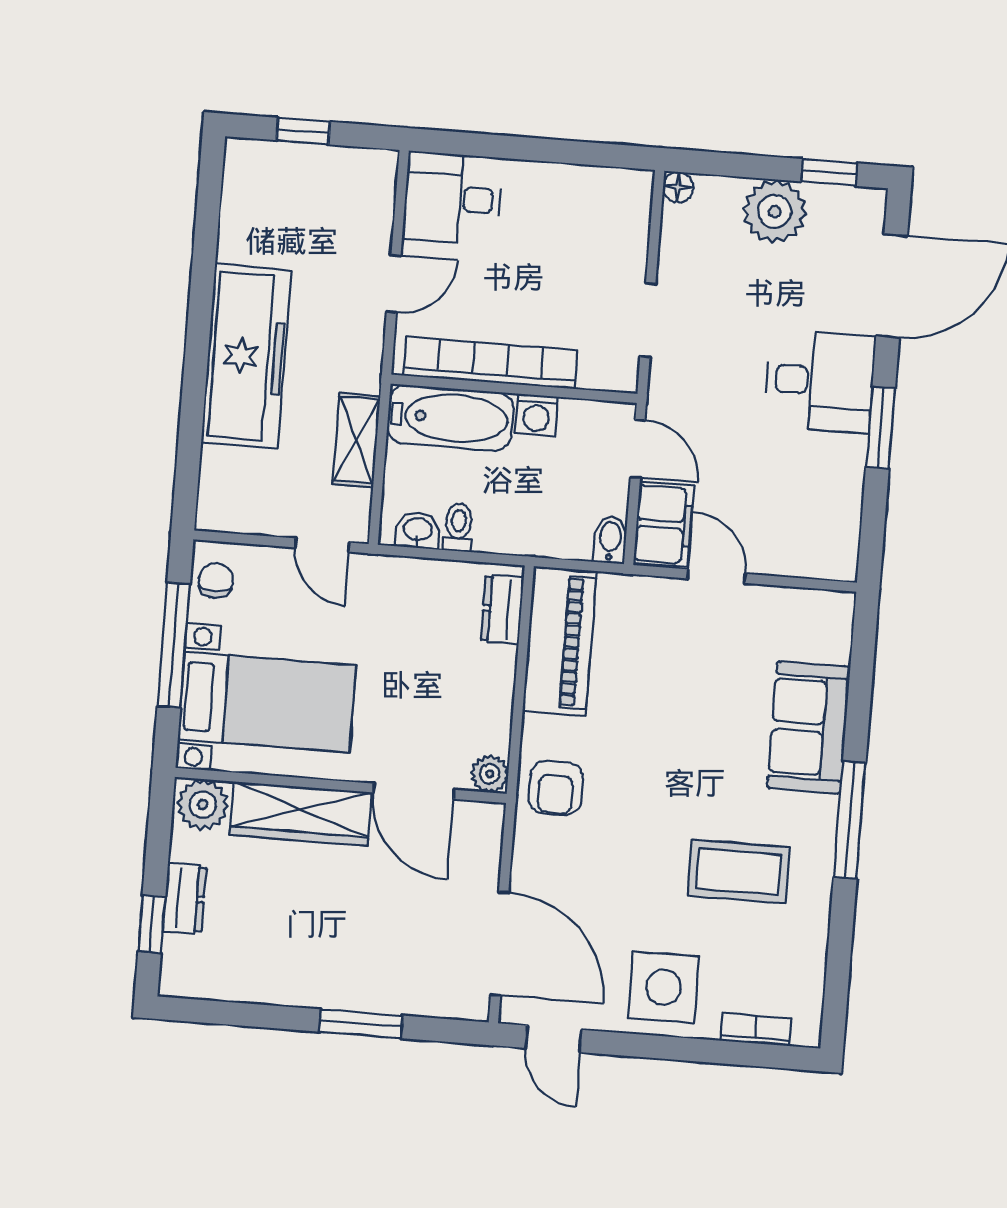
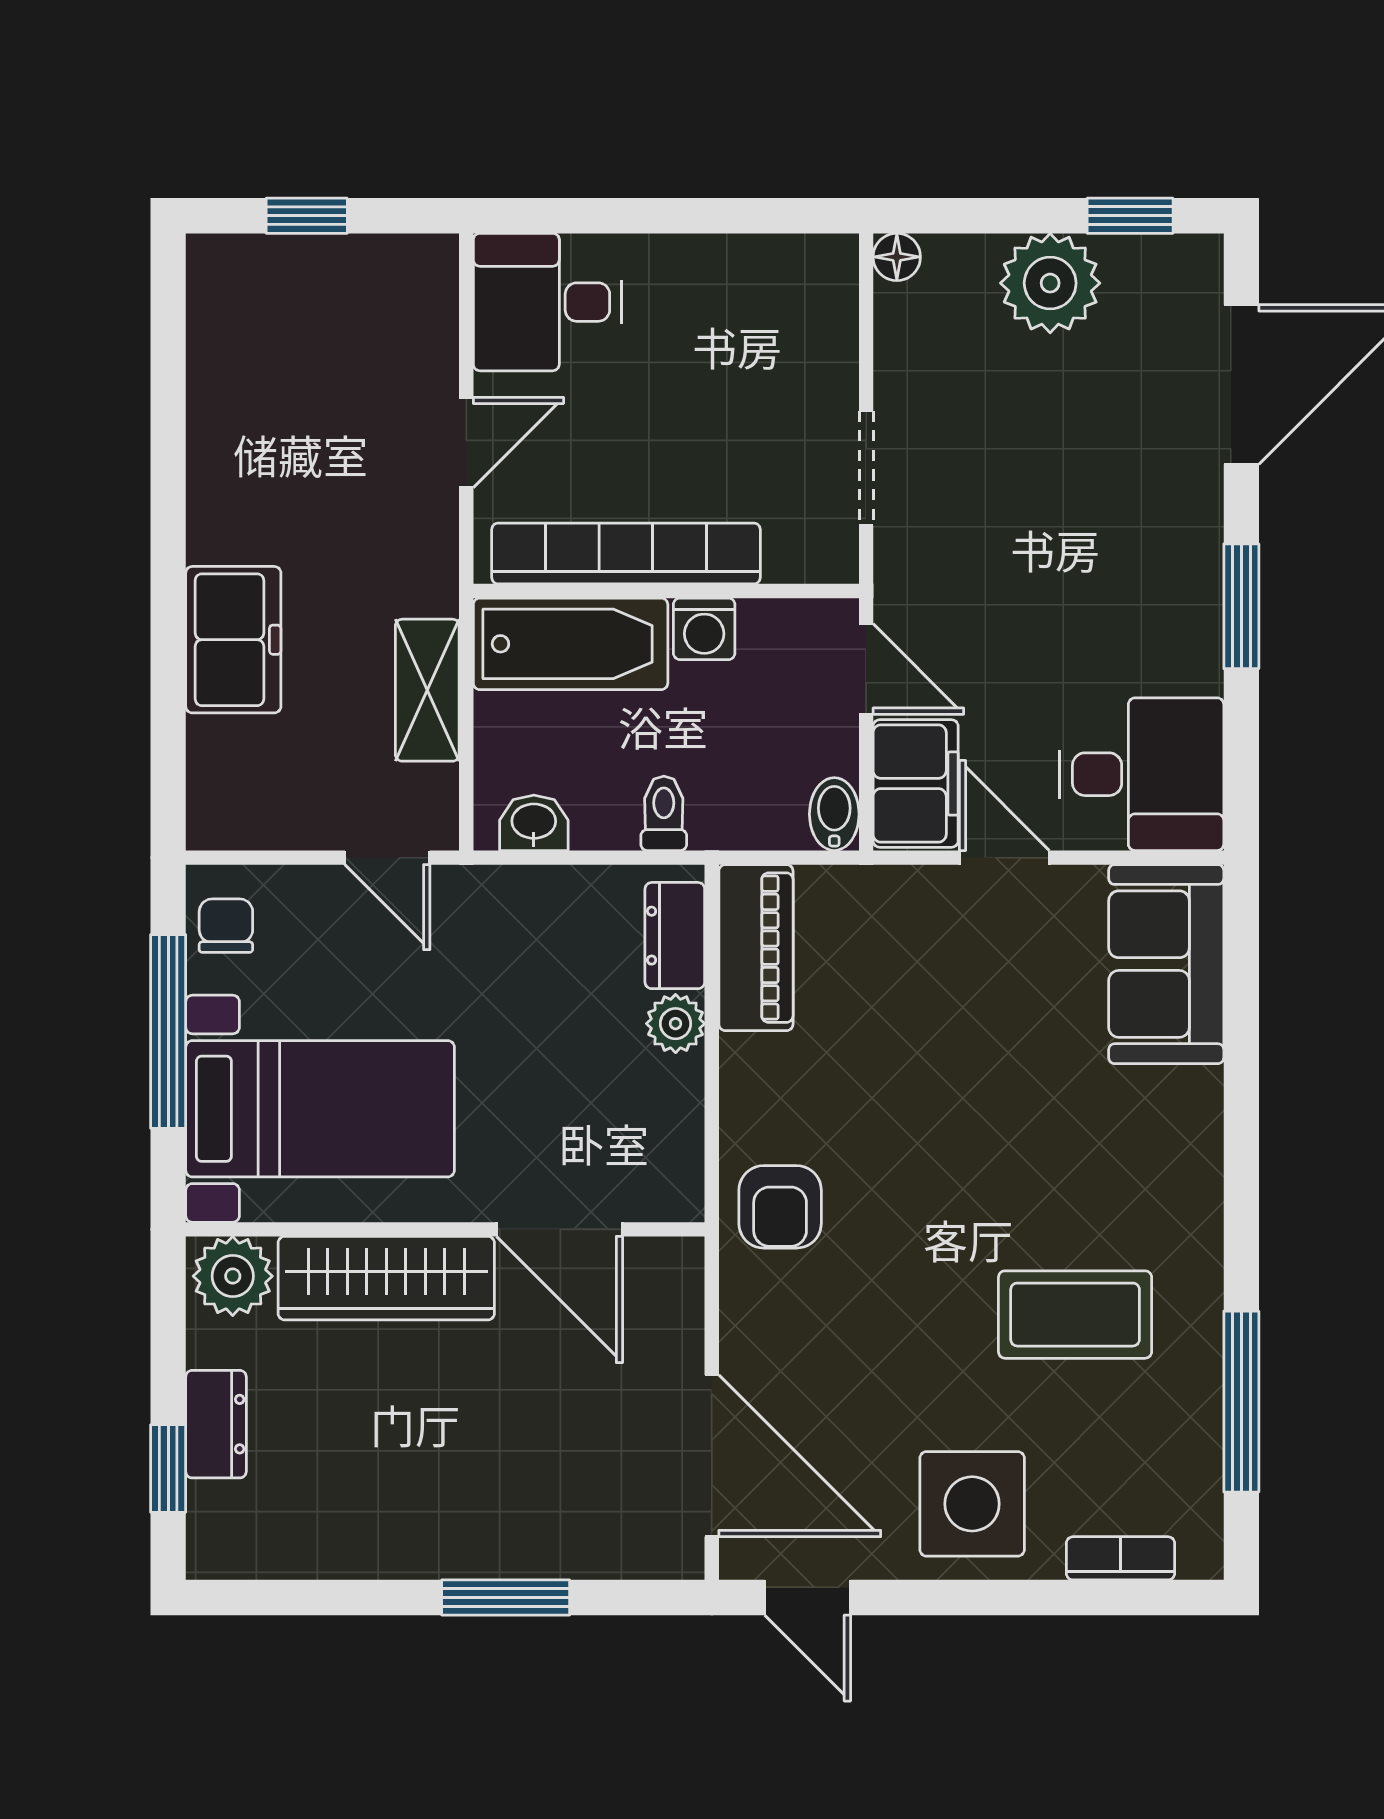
freezer: (246, 356) -> (233, 640), width x0.52, depth x0.79
desk: (820, 381) -> (1141, 774), moved
toilet: (458, 527) -> (664, 813), moved
piano: (560, 641) -> (756, 948), width x0.73, depth x0.75
sofa: (809, 727) -> (1166, 964), moved
plant: (490, 774) -> (676, 1024), moved
window: (850, 820) -> (1241, 1402), moved

